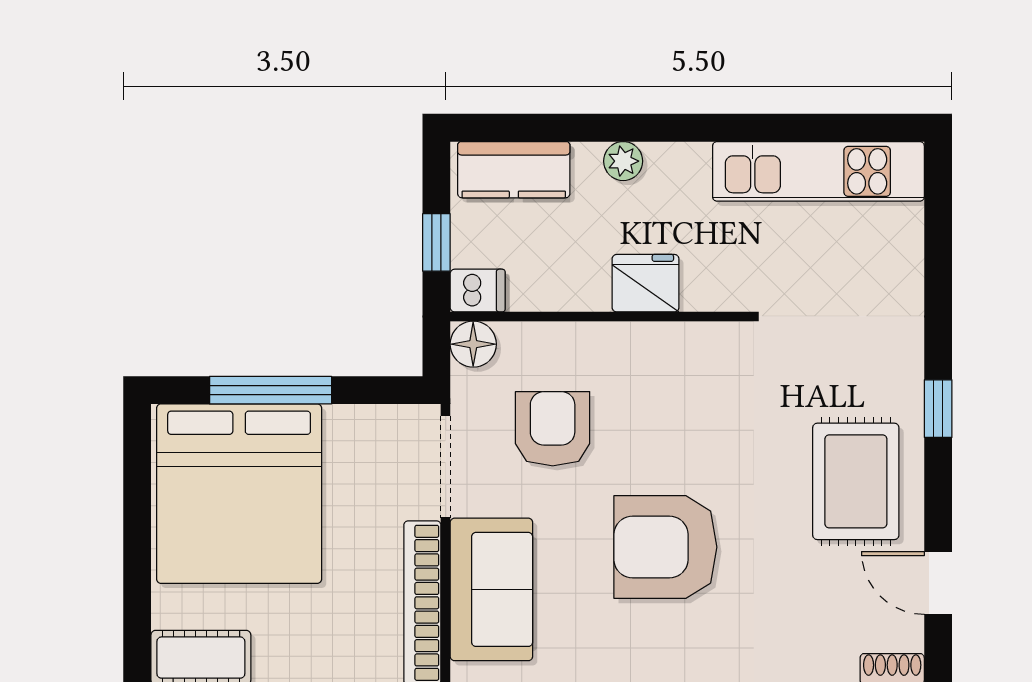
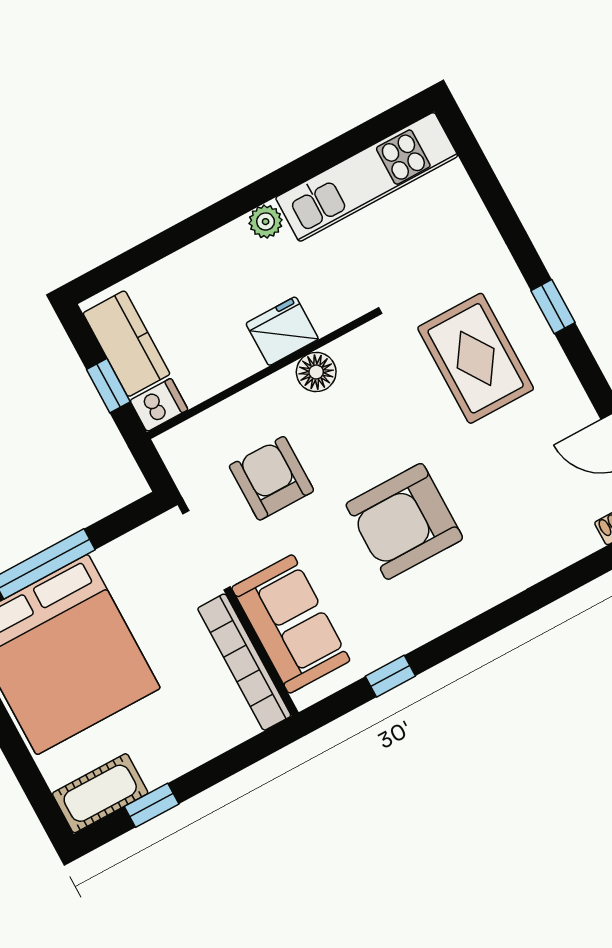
plant: (623, 161) -> (266, 222), moved
kitchen counter: (514, 170) -> (126, 344), moved, turned -90
floor lamp: (473, 344) -> (316, 372), moved
rug: (856, 481) -> (476, 358), moved

